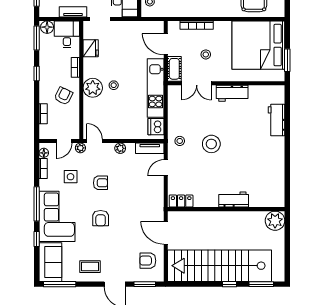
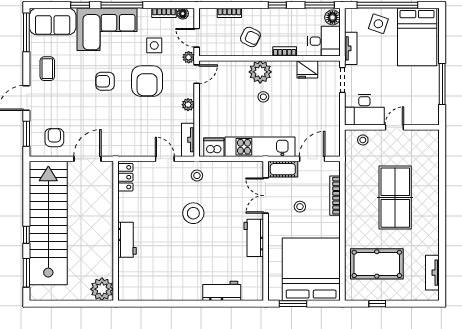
armchair: (100, 183) -> (147, 81), width x1.88, depth x1.88

